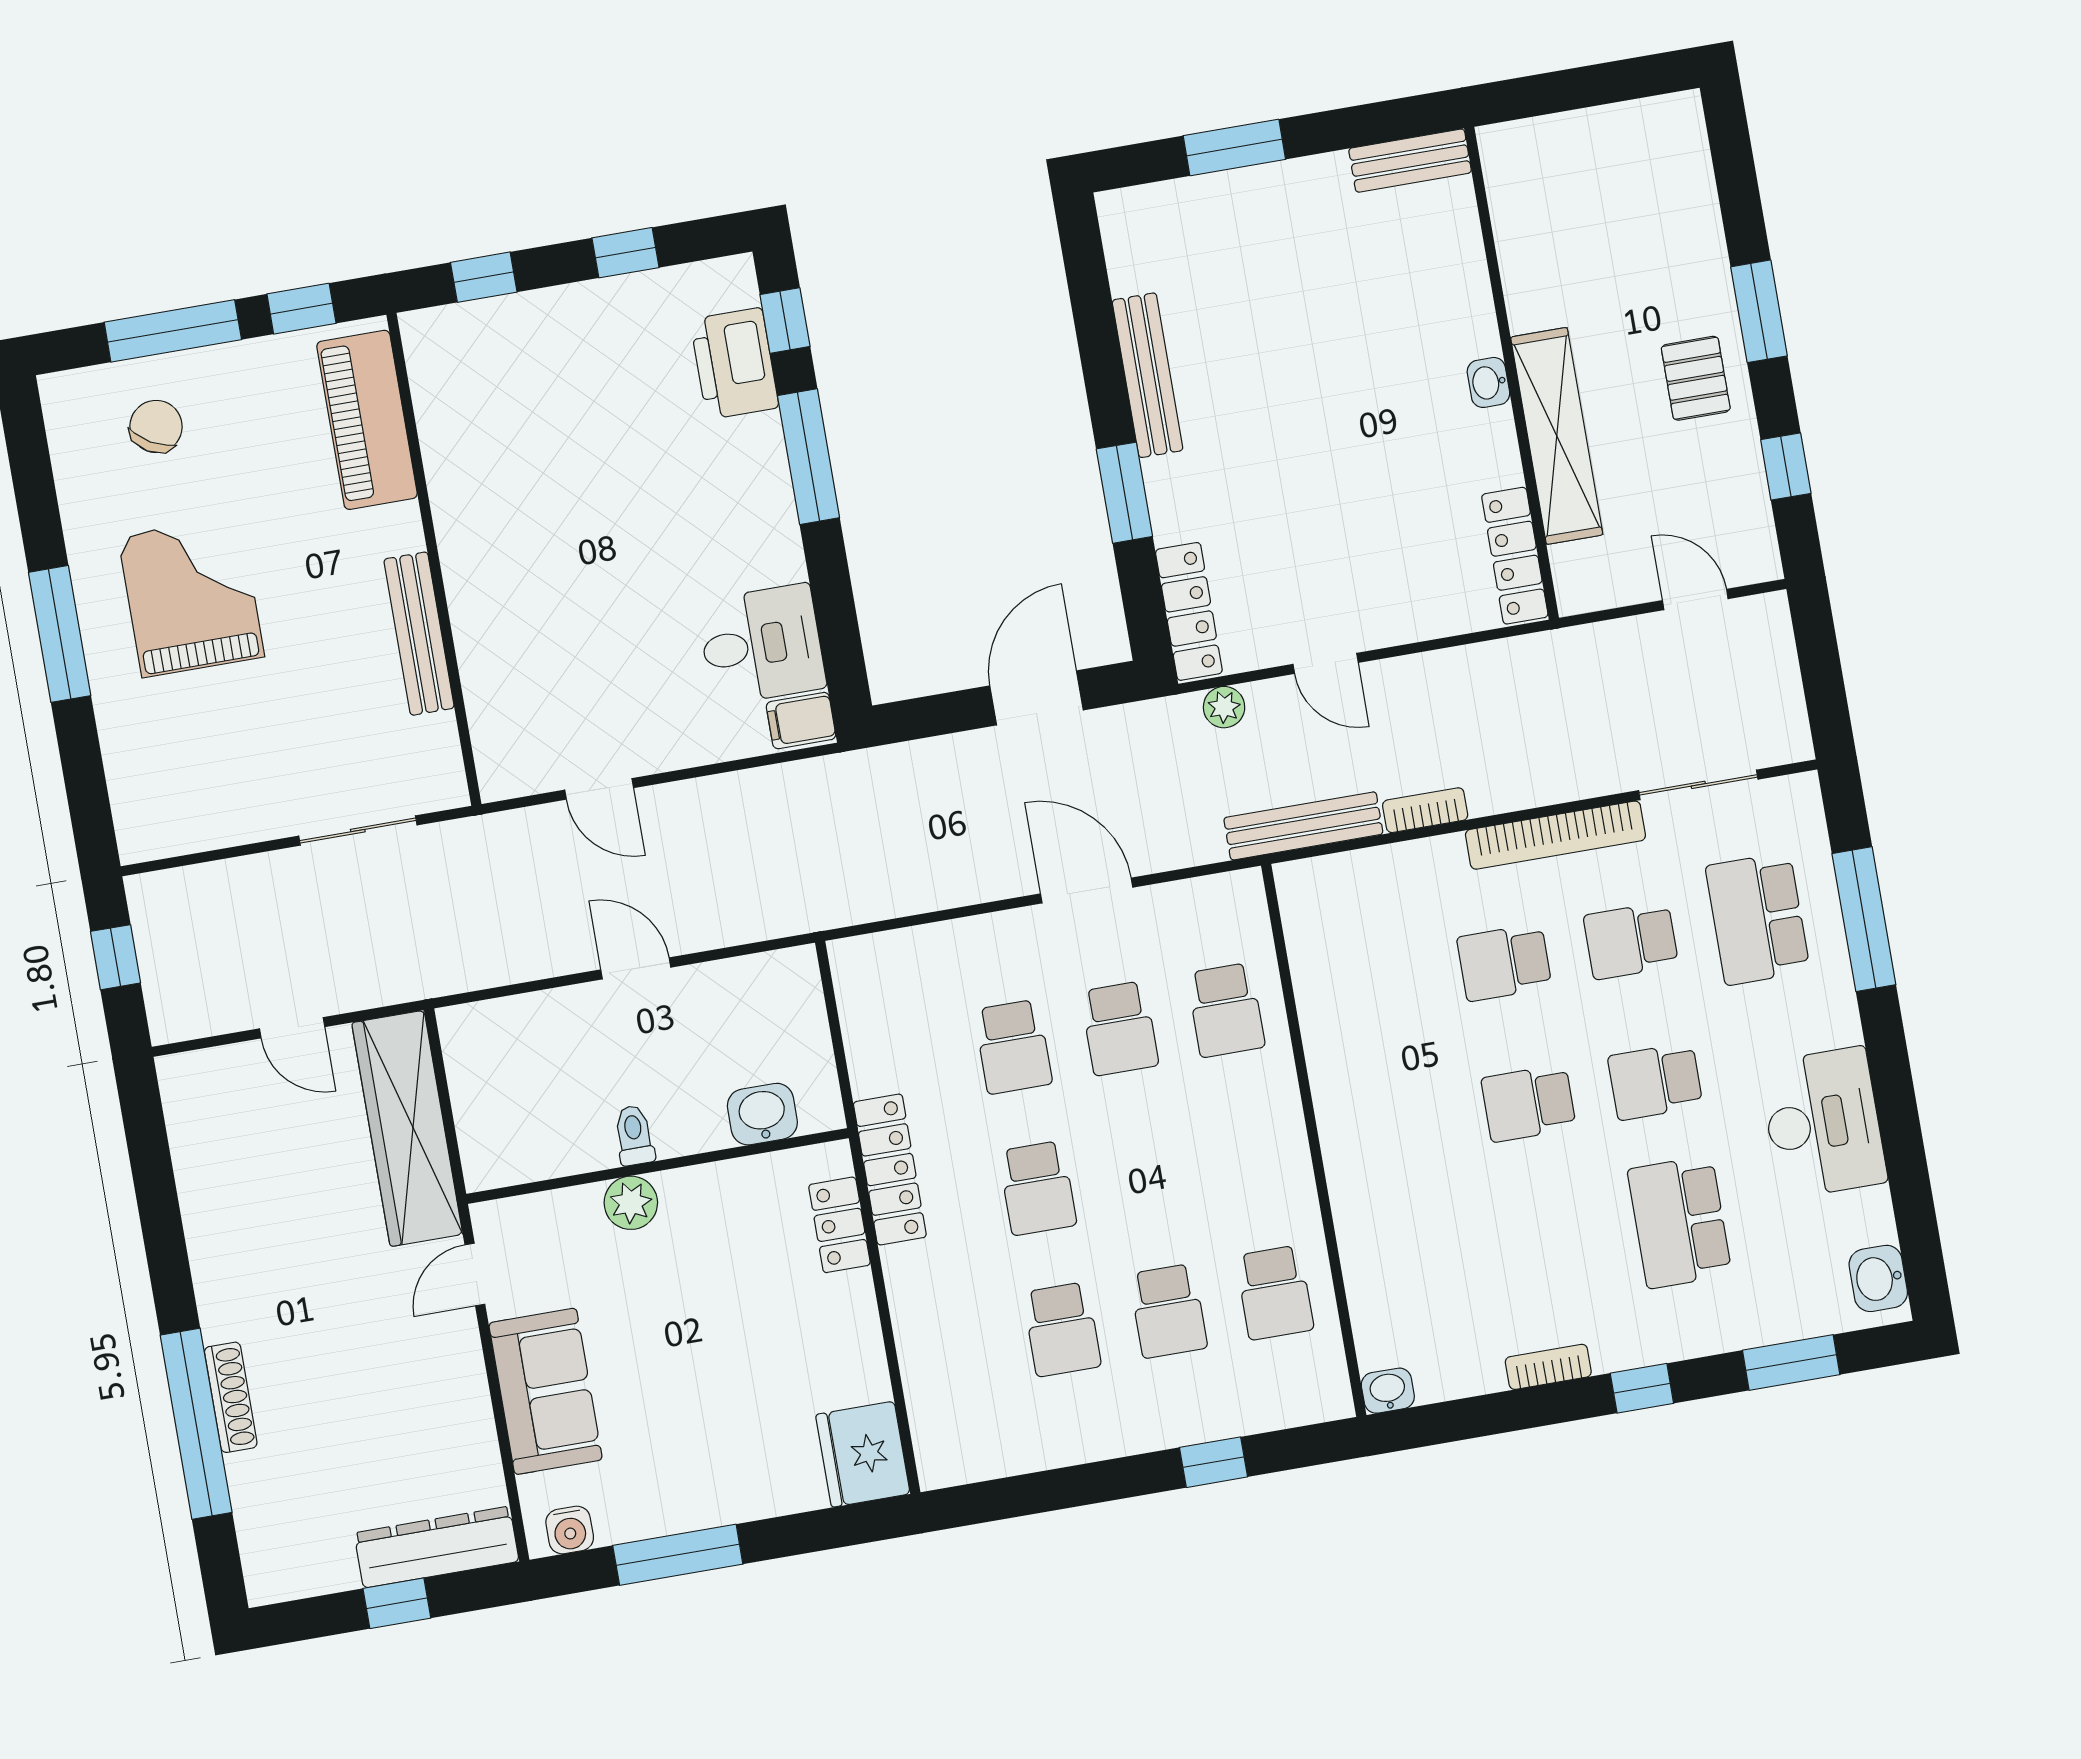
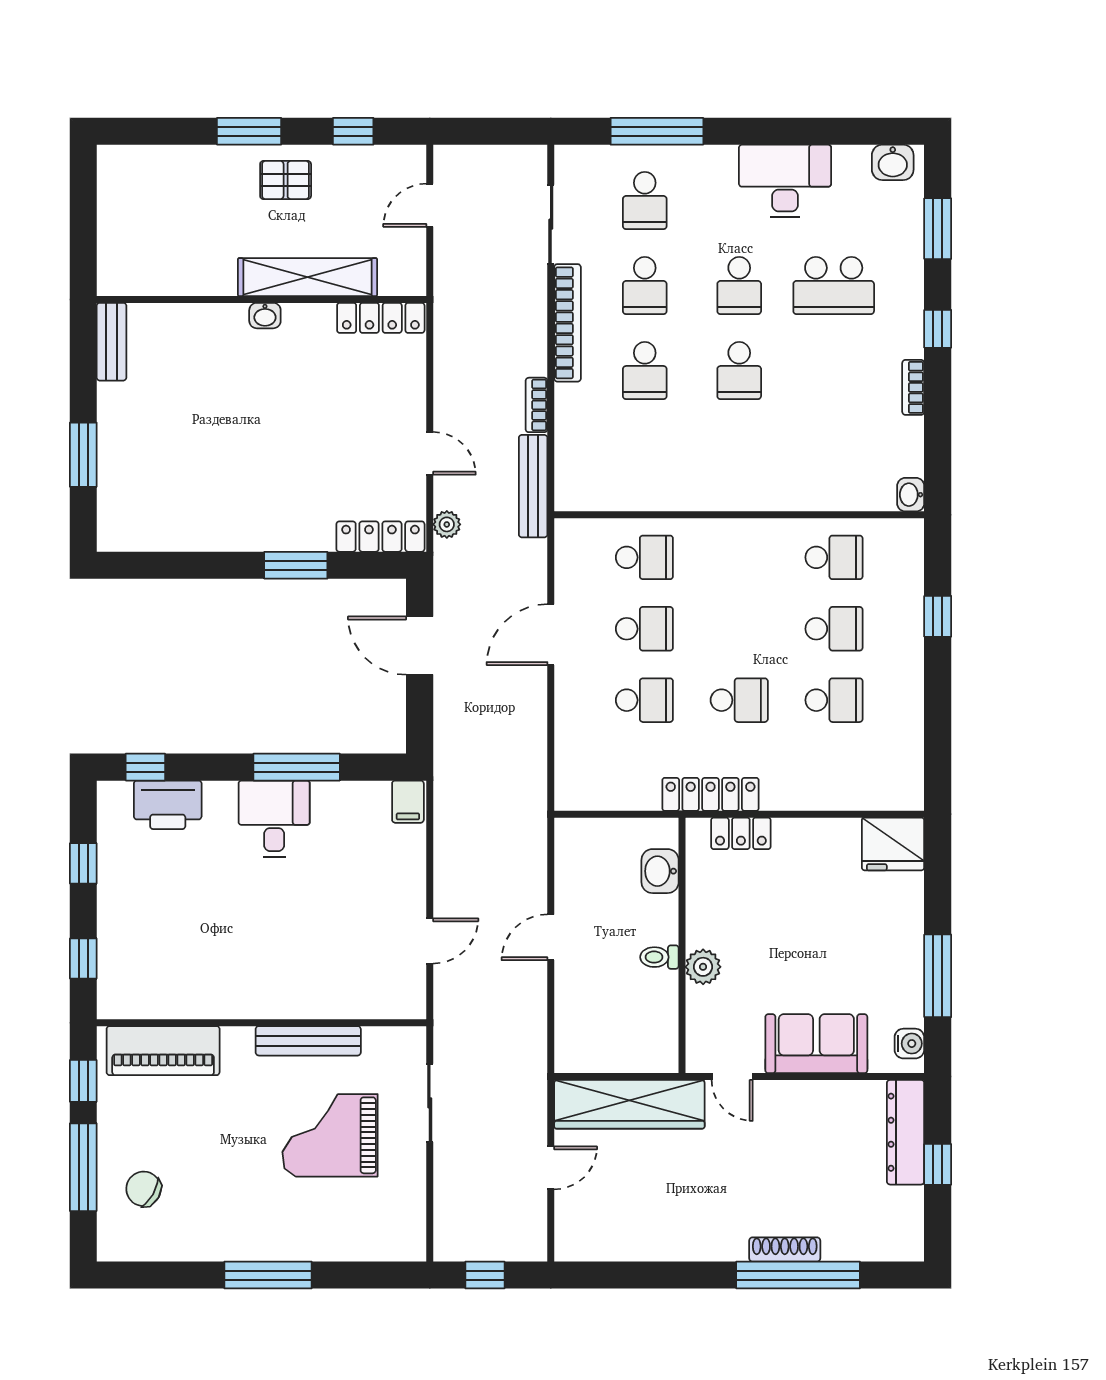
bench: (1148, 375) -> (222, 537), removed
window: (808, 457) -> (297, 767), moved
grand piano: (191, 597) -> (330, 1135), moved
desk: (761, 644) -> (274, 819), moved
door: (1326, 663) -> (430, 453), hinge flipped
school desk: (1758, 919) -> (645, 201), width x0.54

